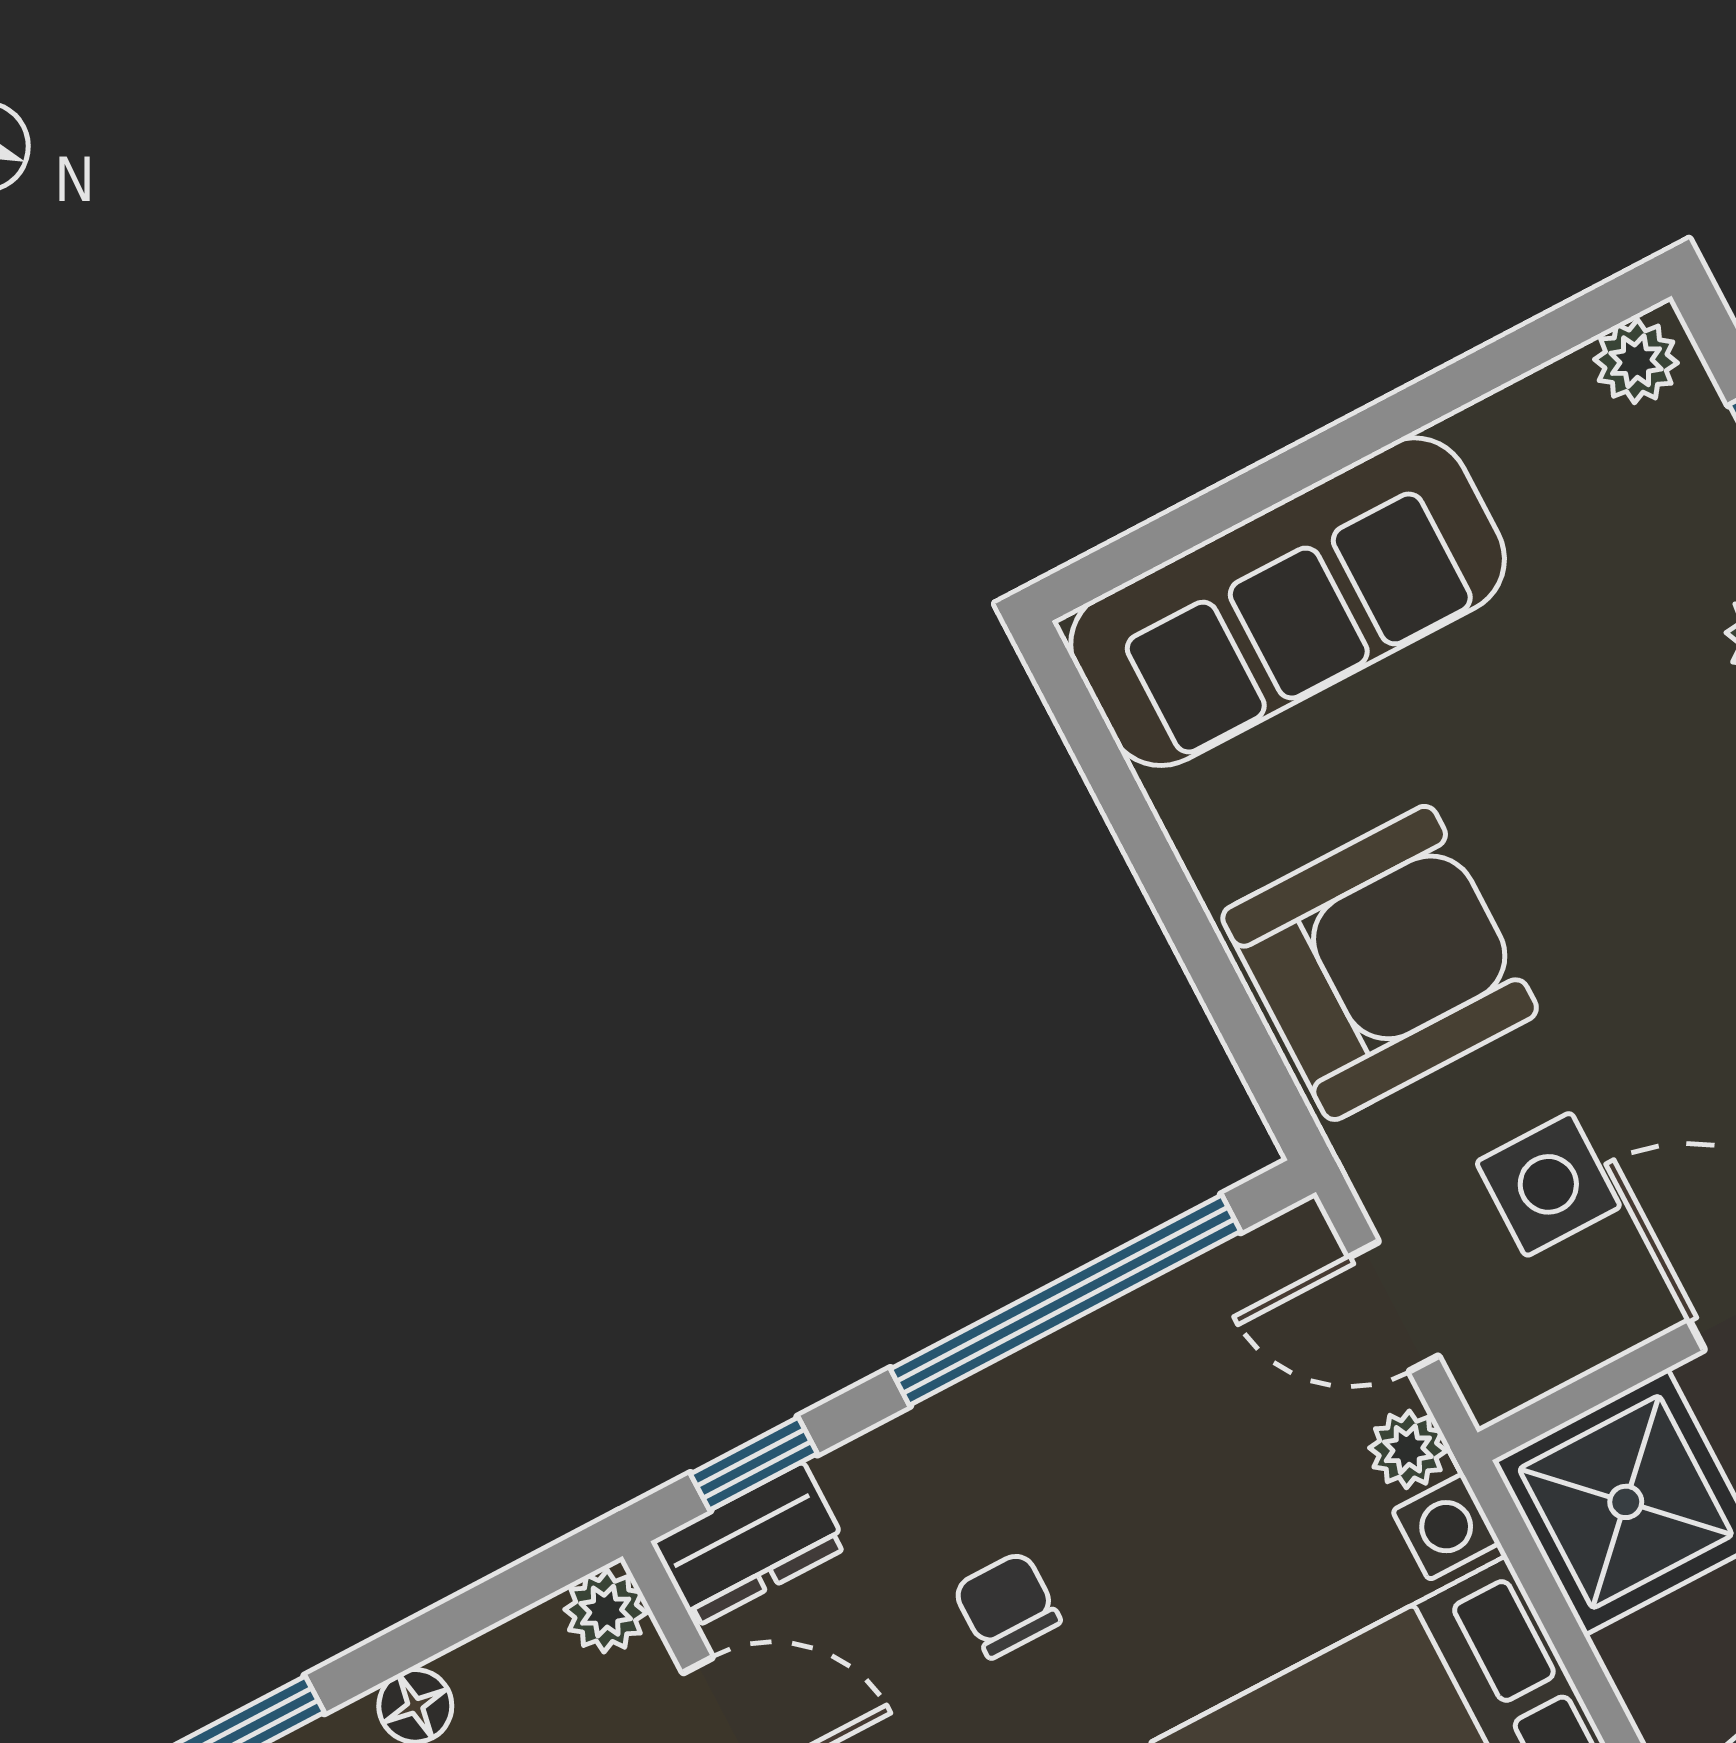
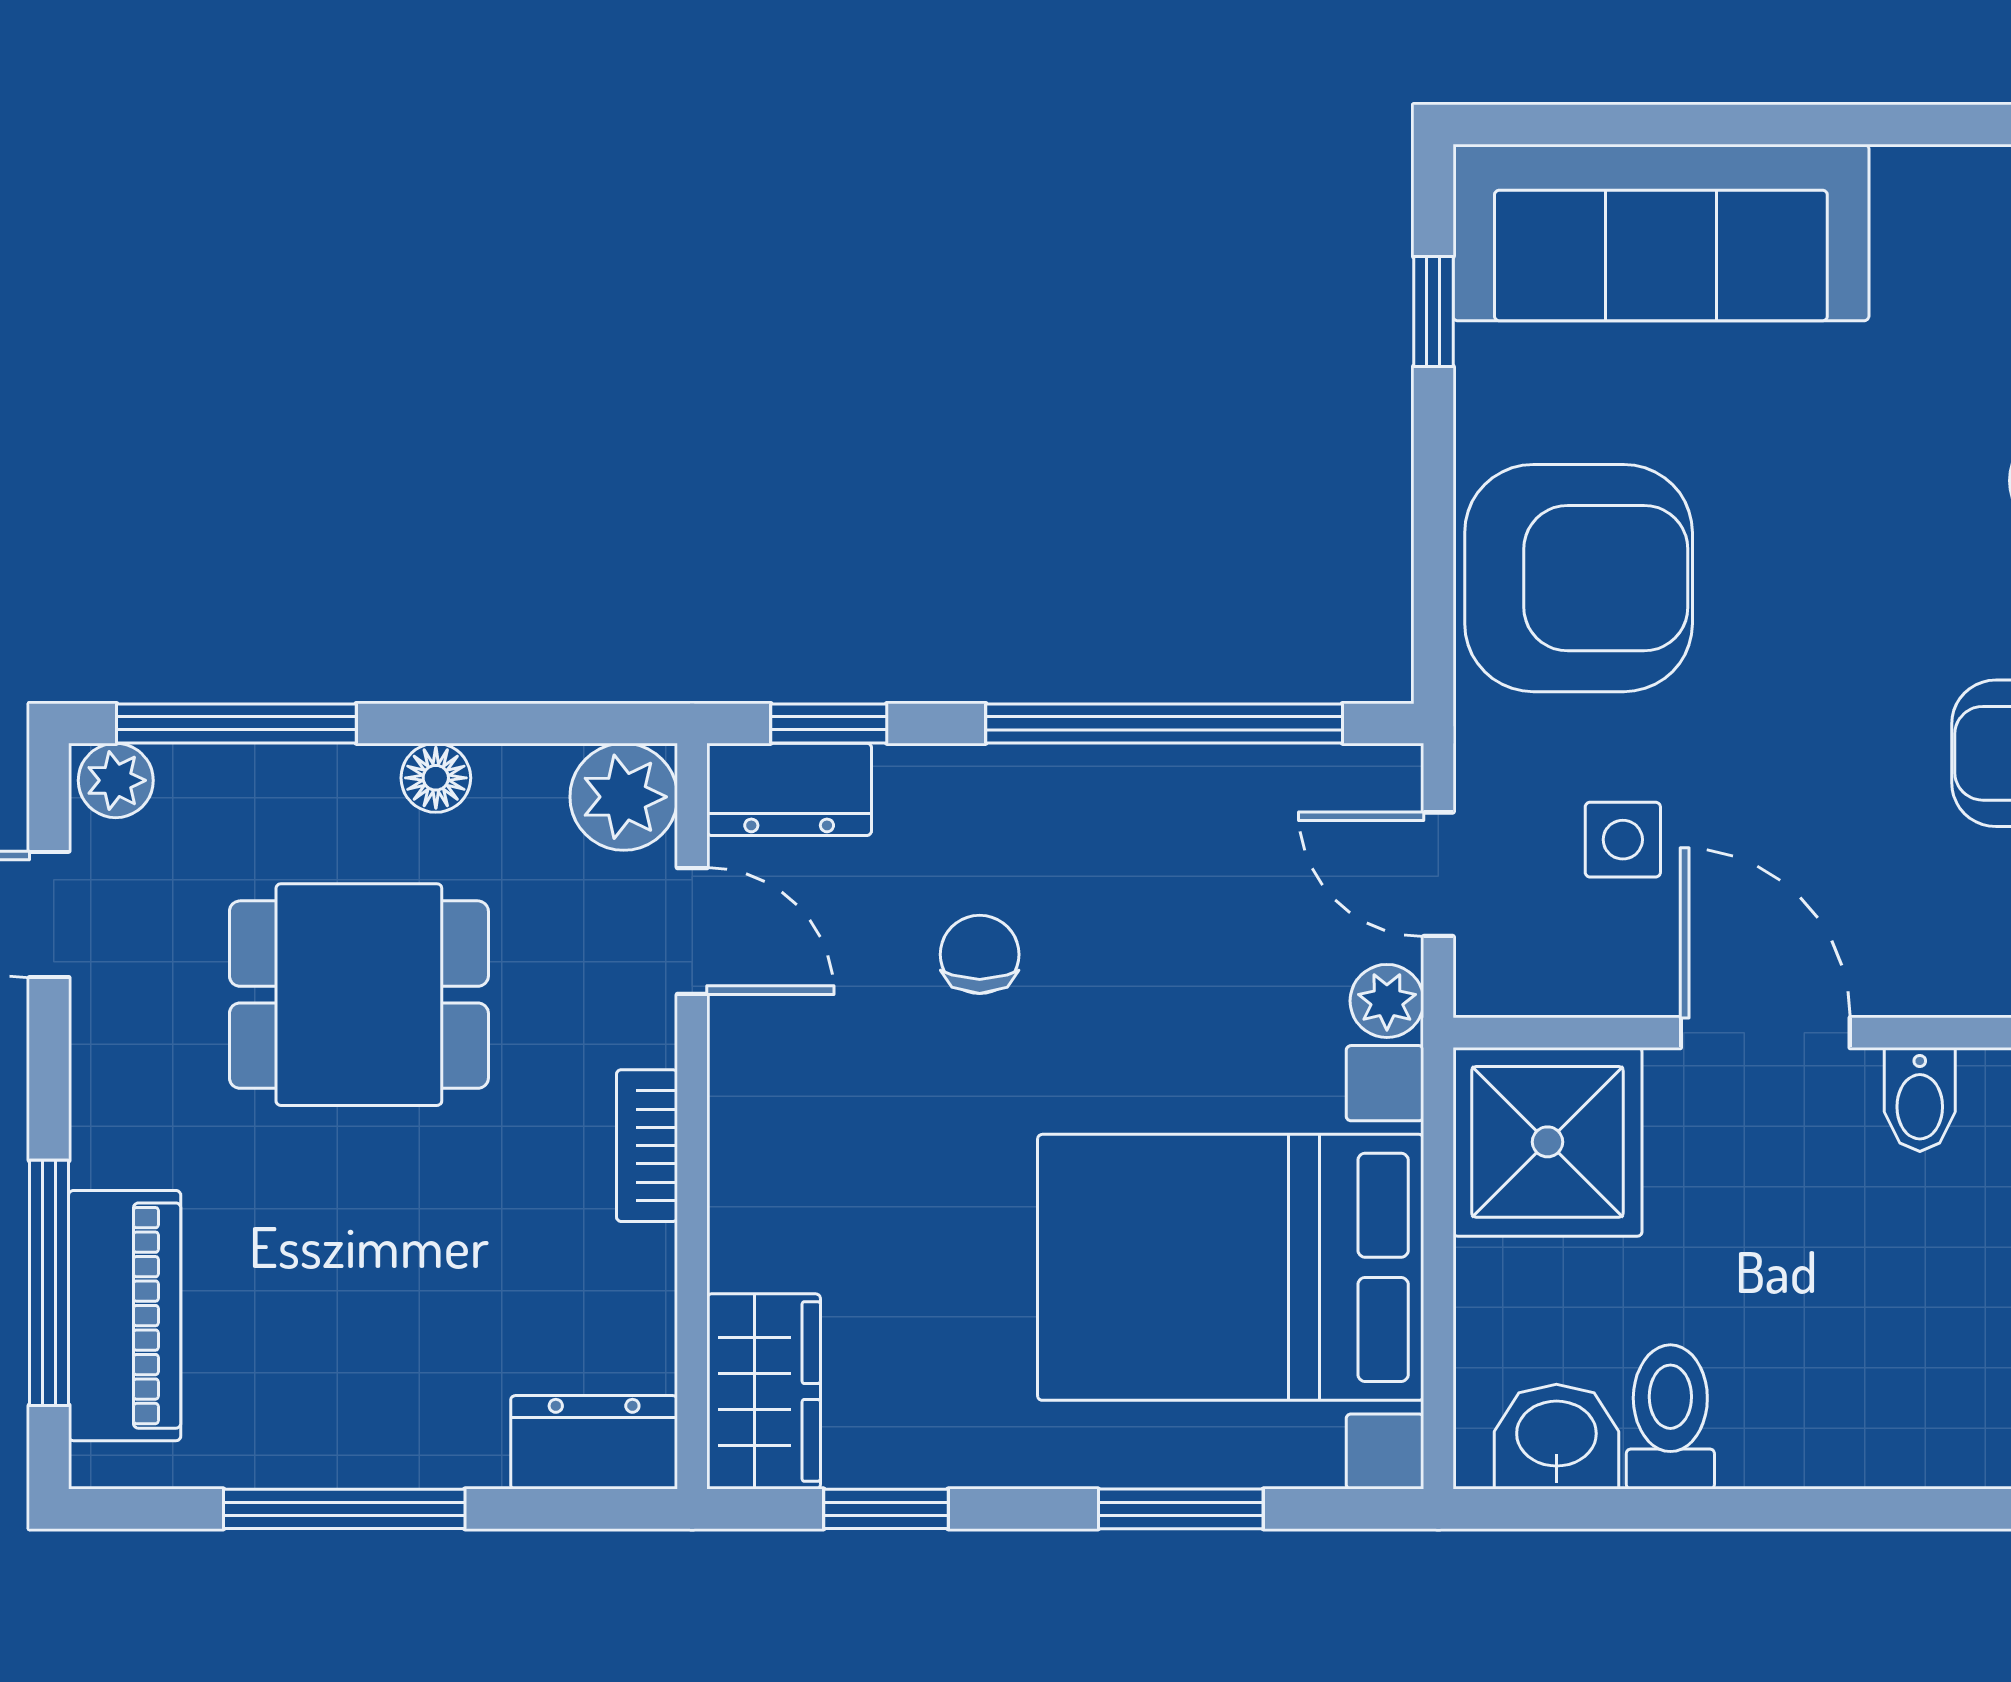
window: (1115, 786) -> (1433, 312), added
side table: (1548, 1184) -> (1623, 840), width x0.73, depth x0.73
plant: (606, 1611) -> (624, 797), width x1.38, depth x1.38

